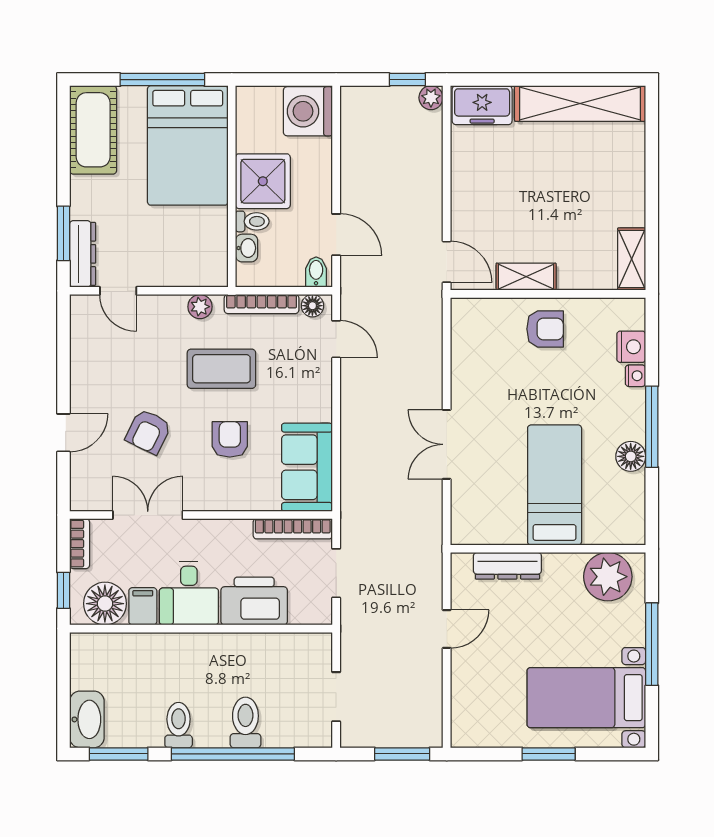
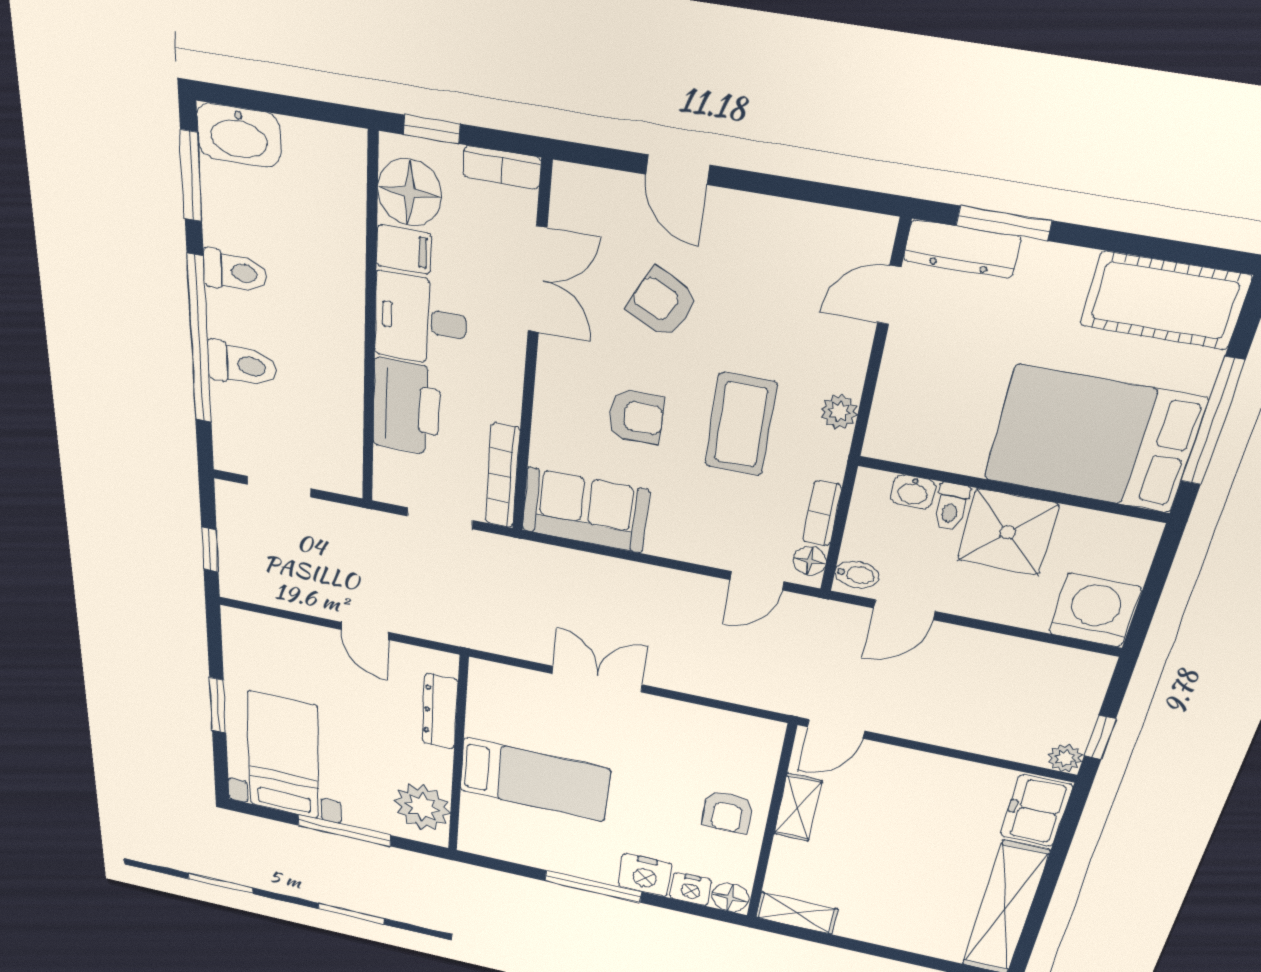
bookcase: (262, 304) -> (822, 514), width x0.64
nightstand: (635, 376) -> (645, 875), width x1.89, depth x1.79
floor lamp: (631, 456) -> (730, 897), moved
window: (402, 754) -> (210, 550), width x0.67

